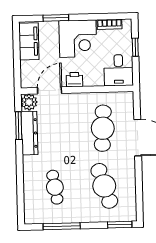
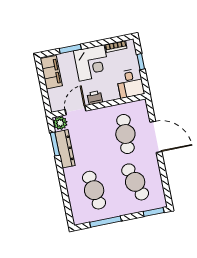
cafe table: (55, 187) -> (94, 190), width x1.37, depth x1.35

